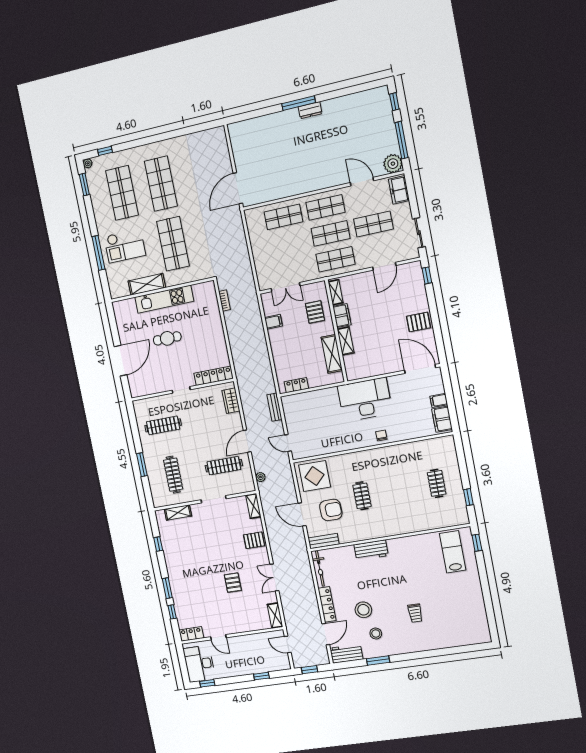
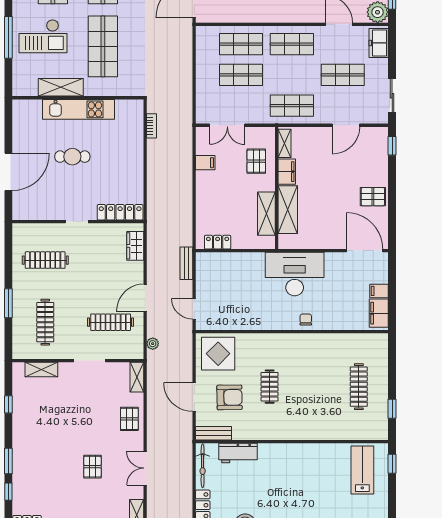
shop shelf: (331, 233) -> (241, 75), moved
shelving: (346, 341) -> (288, 210), width x1.50, depth x1.33
clothes rail: (437, 483) -> (359, 387), width x1.36
pallet: (254, 540) -> (129, 419), turned 90
workbench: (371, 550) -> (238, 453), moved

